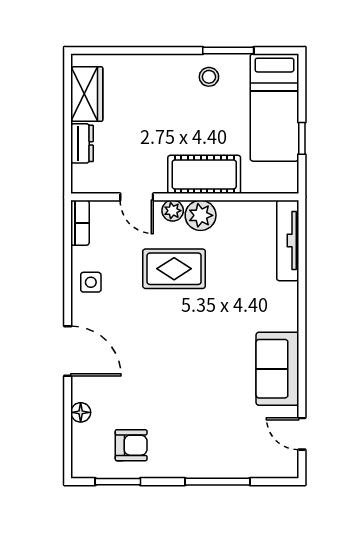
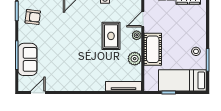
plant: (201, 215) -> (135, 59), moved
sofa: (277, 369) -> (27, 59), moved, turned 90
armchair: (131, 445) -> (33, 17), turned -83

